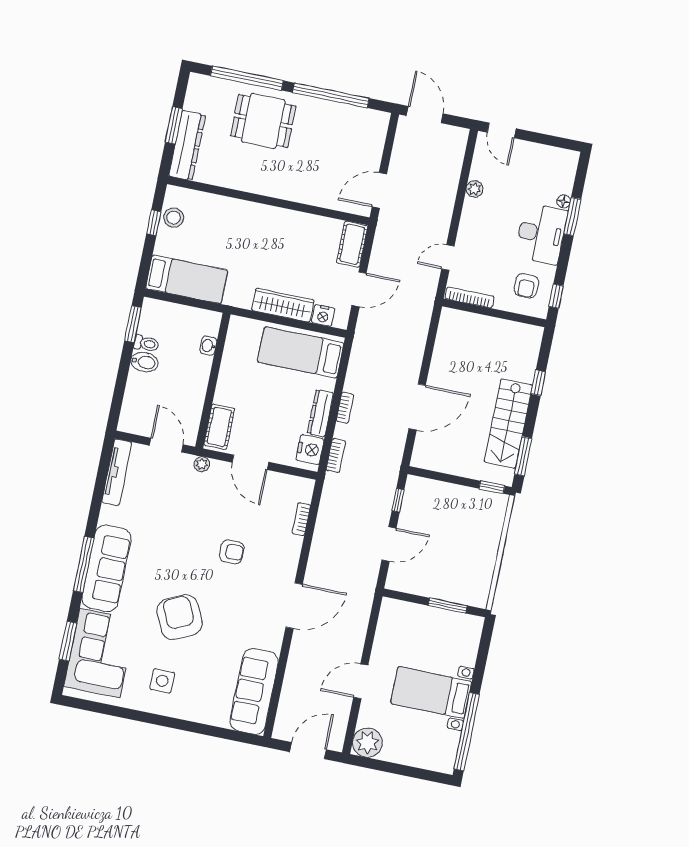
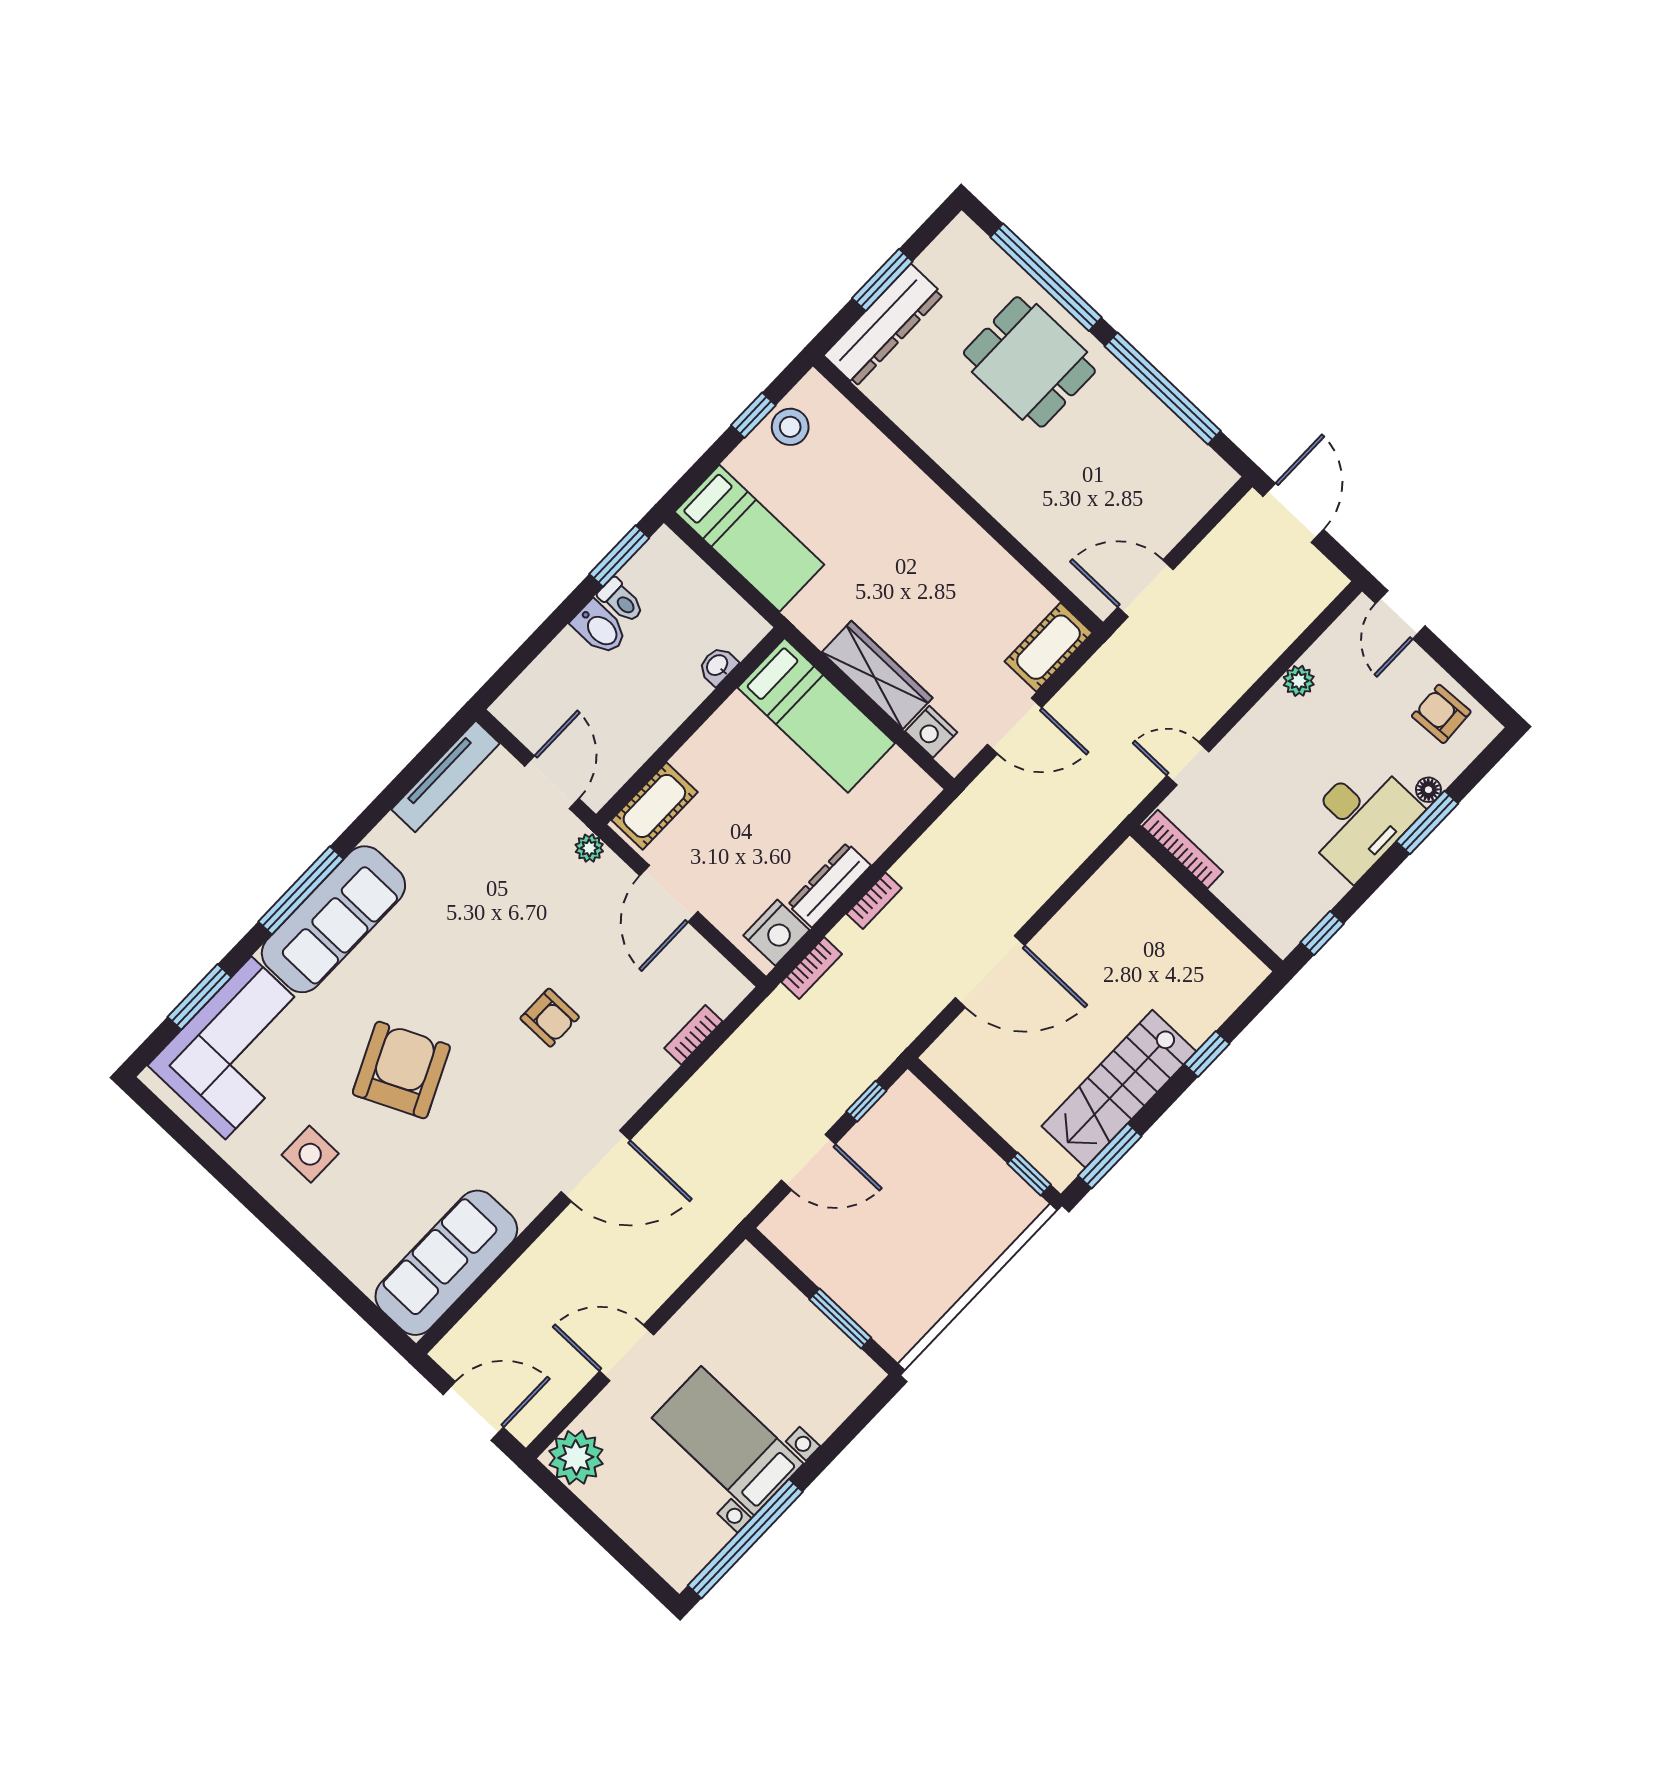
armchair: (526, 286) -> (1441, 714), moved, turned 87
bed: (301, 352) -> (816, 715), moved, turned 180

